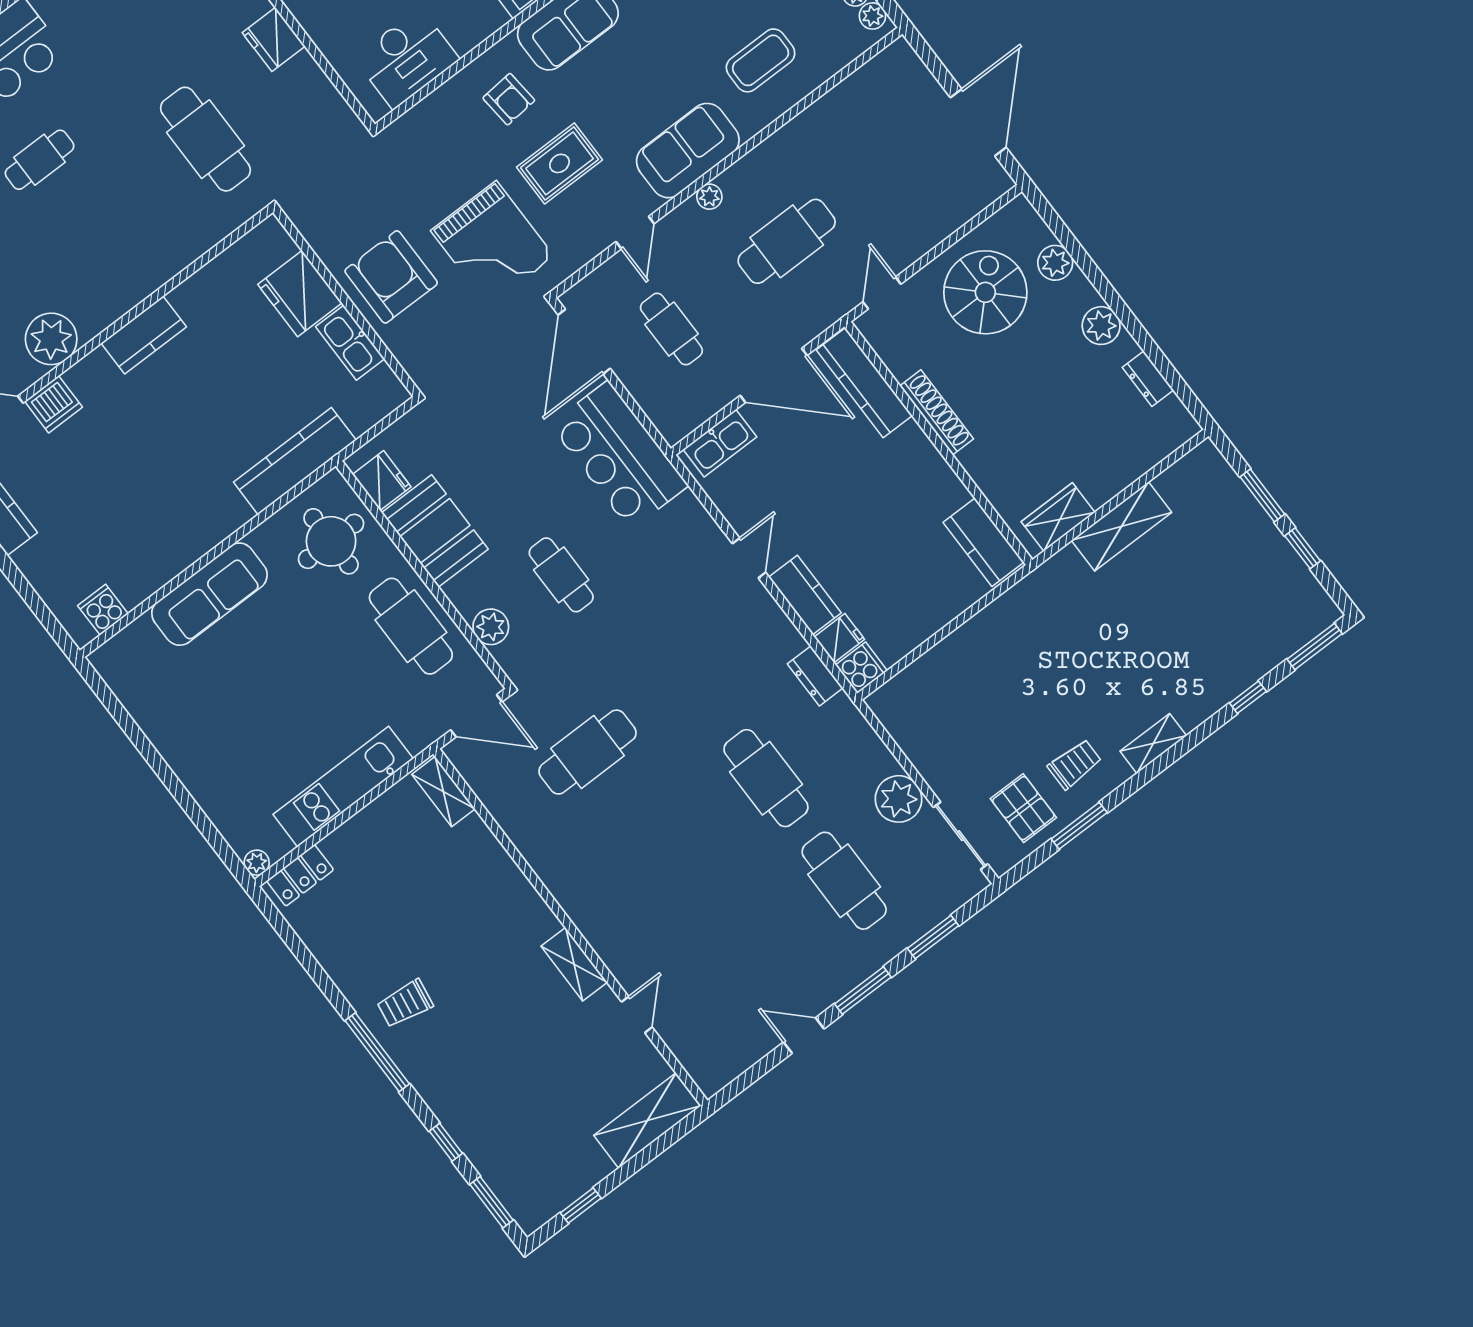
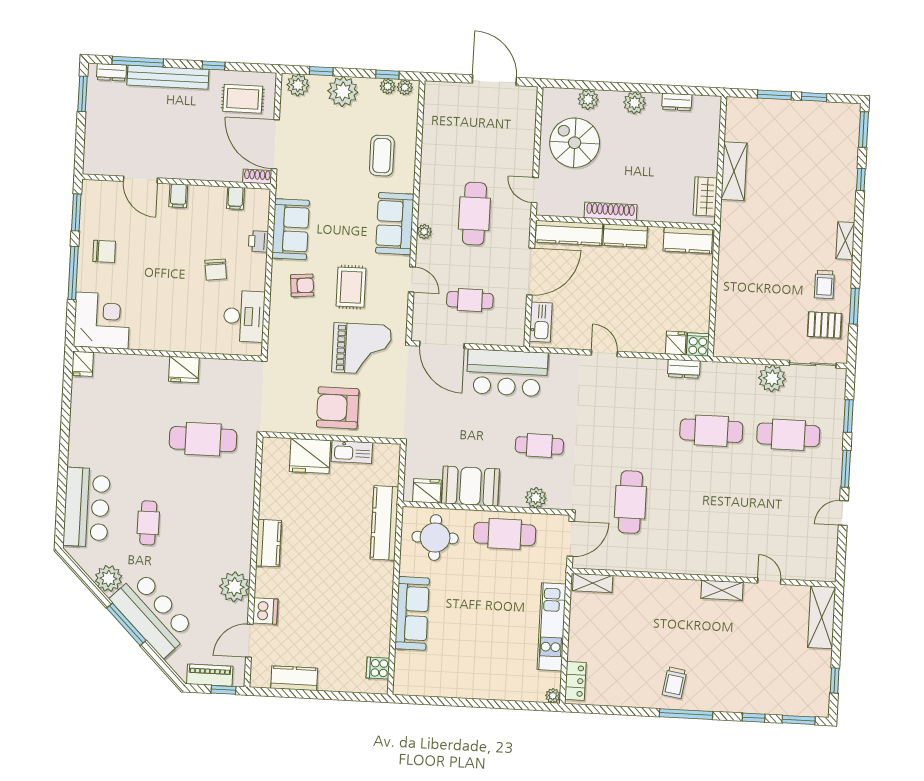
kitchen counter: (805, 595) -> (625, 236), moved, turned 180
trolley: (1075, 764) -> (824, 284), turned 180

